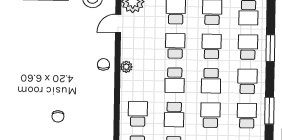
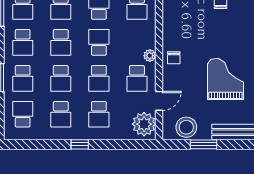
grand piano: (54, 43) -> (225, 79), added
school desk: (139, 45) -> (137, 78), added
school desk: (211, 81) -> (61, 42), turned 180

